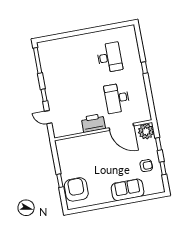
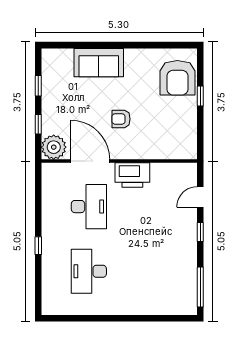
door: (48, 117) -> (200, 197), swing flipped
armchair: (146, 166) -> (121, 119), moved

